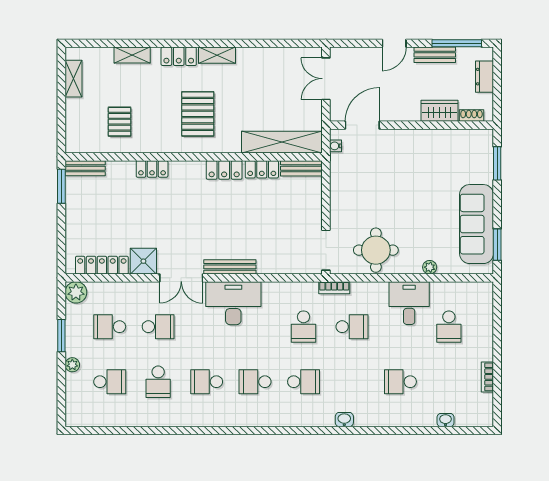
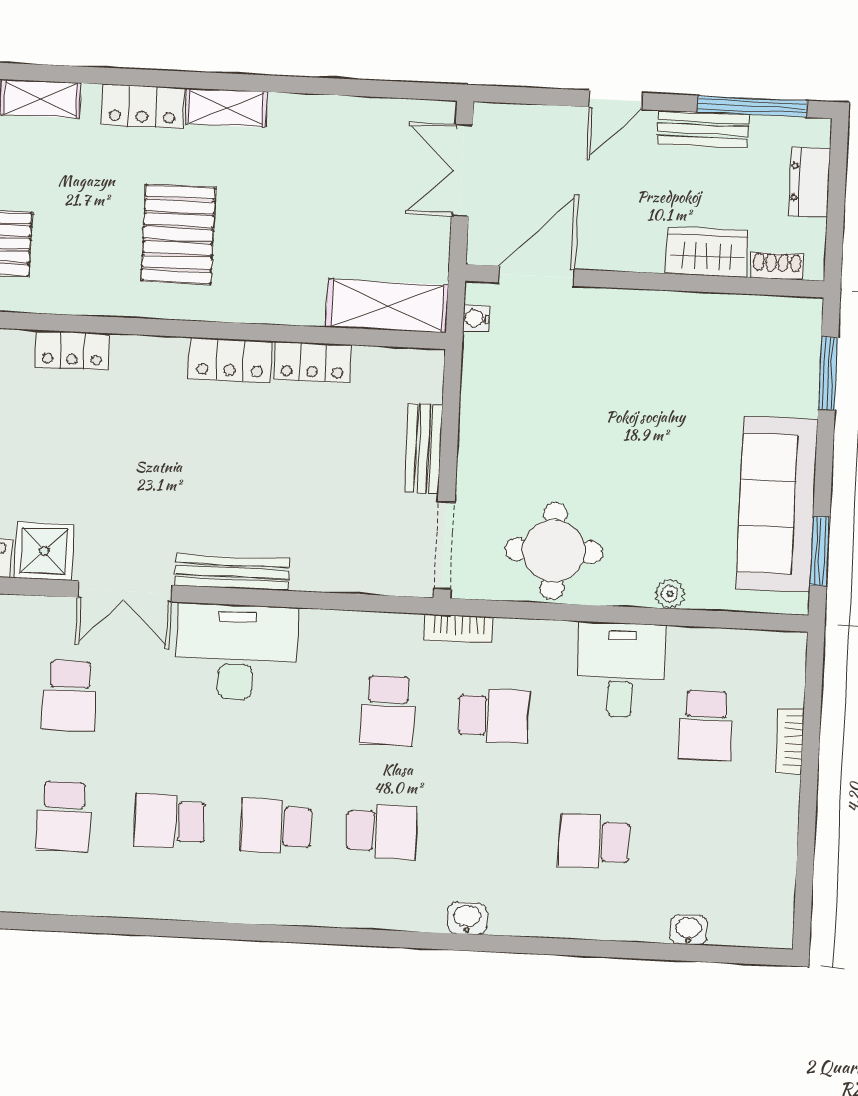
shelving: (282, 142) -> (387, 306), width x0.68
bench: (301, 168) -> (424, 448), moved, turned 90
school desk: (158, 327) -> (69, 696), turned 90
bookcase: (487, 377) -> (789, 741), moved

